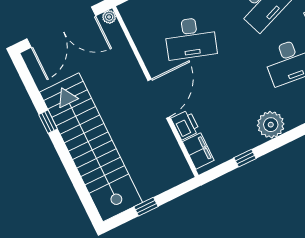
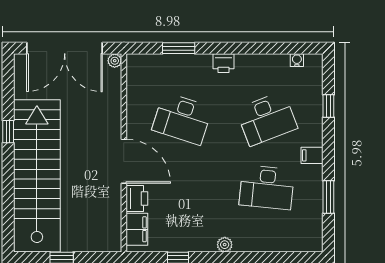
door: (159, 99) -> (124, 161), hinge flipped
plant: (271, 125) -> (225, 245), width x0.53, depth x0.53

